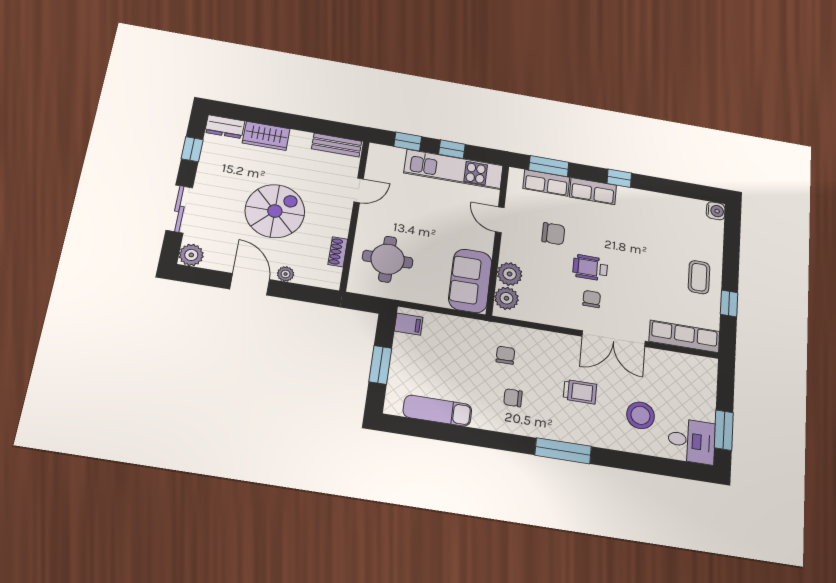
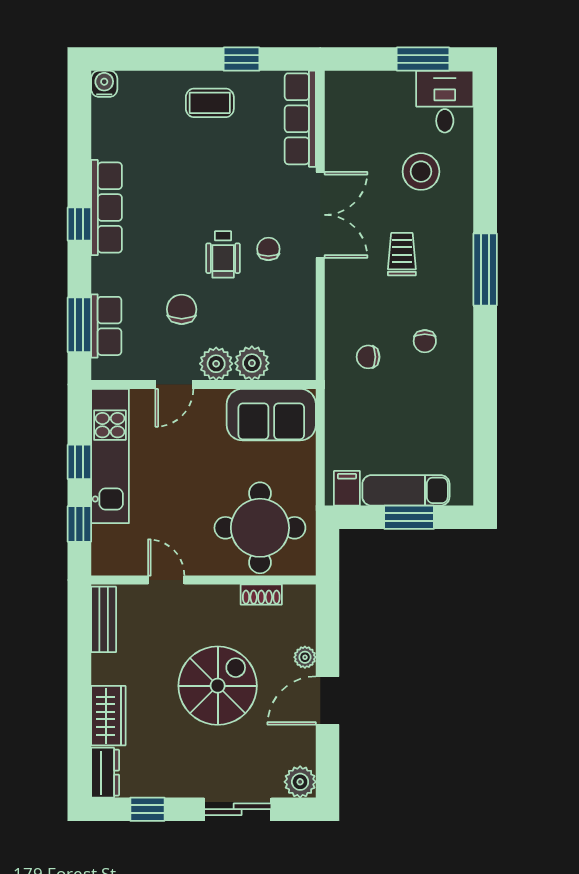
row of seats: (593, 191) -> (106, 208), moved, width x1.48
spiral stairs: (275, 211) -> (218, 686), turned 90
round table: (388, 259) -> (260, 528), width x1.36, depth x1.36
plant: (506, 298) -> (216, 364), moved
chair: (592, 299) -> (268, 249), turned 90
exam couch: (437, 411) -> (406, 490), moved, turned 90

